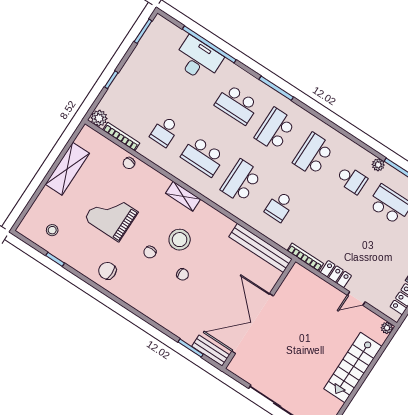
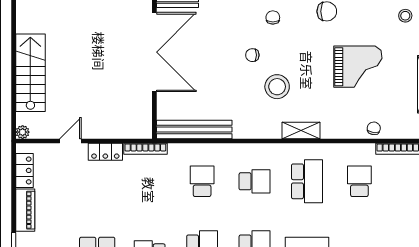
school desk: (203, 156) -> (307, 181), turned 90
school desk: (241, 181) -> (255, 181), width x0.54
chair: (150, 252) -> (273, 17), moved

